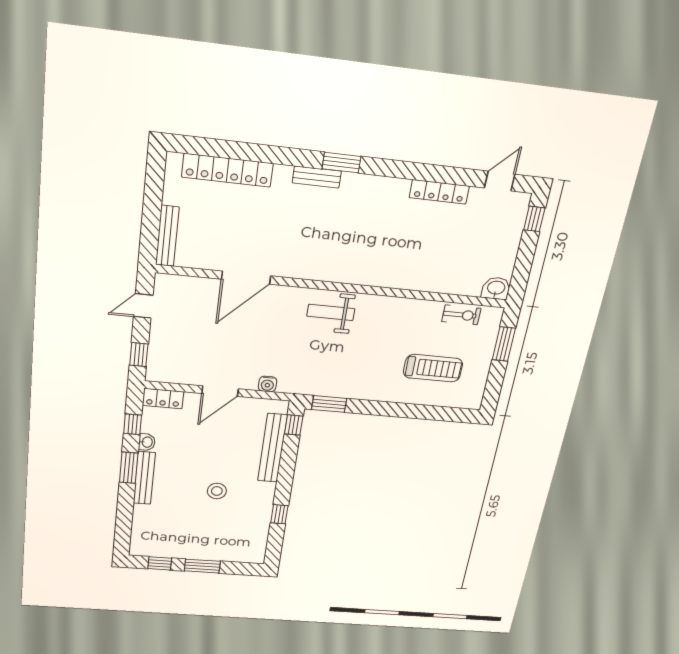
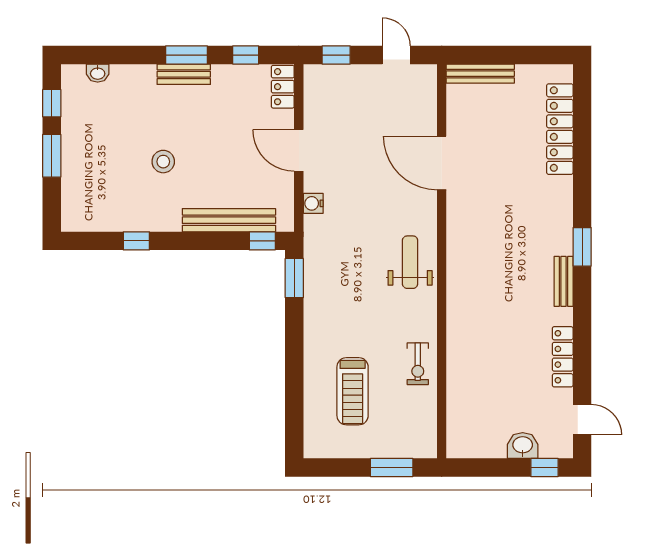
bench: (317, 177) -> (564, 281), moved
washbasin: (496, 288) -> (523, 446), moved, turned -90
exercise bike: (461, 315) -> (418, 364), moved
washbasin: (147, 442) -> (98, 73), moved
bench: (144, 478) -> (184, 74), width x0.73

